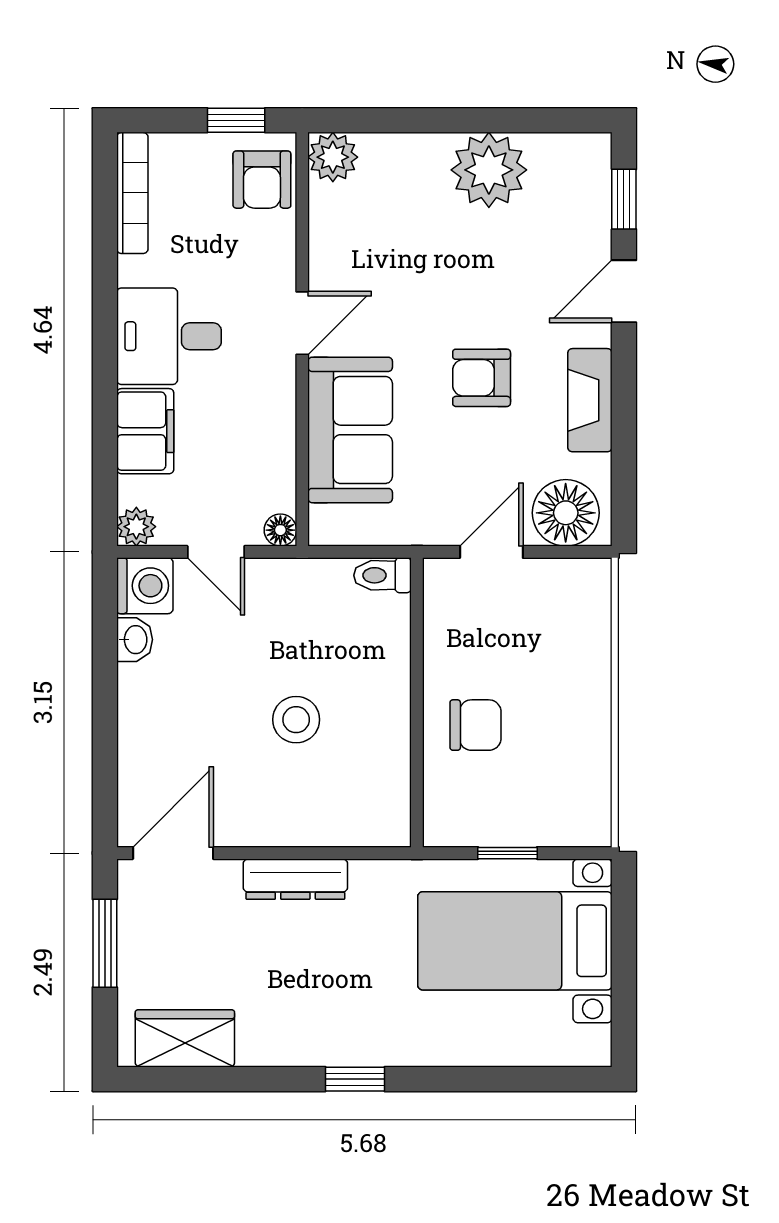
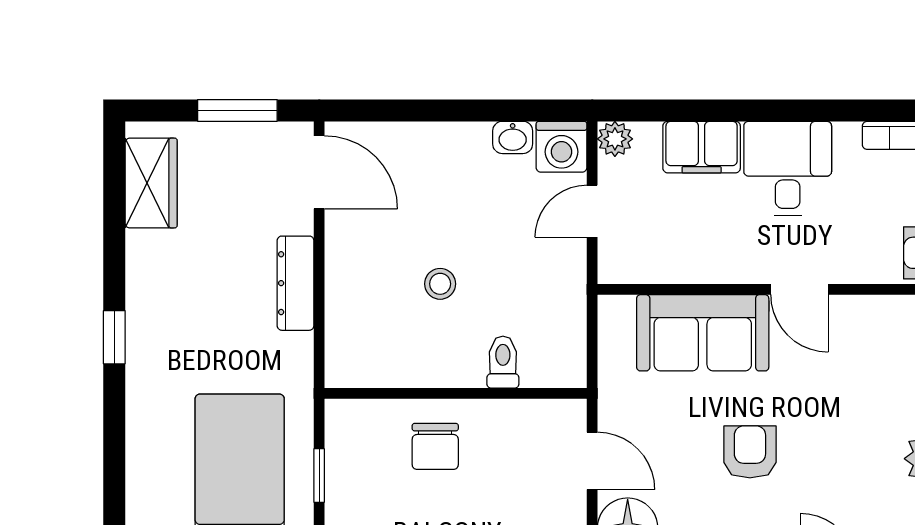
floor lamp: (280, 530) -> (612, 270), removed
toilet: (383, 575) -> (503, 362), moved
stool: (296, 720) -> (440, 284), width x0.73, depth x0.73

